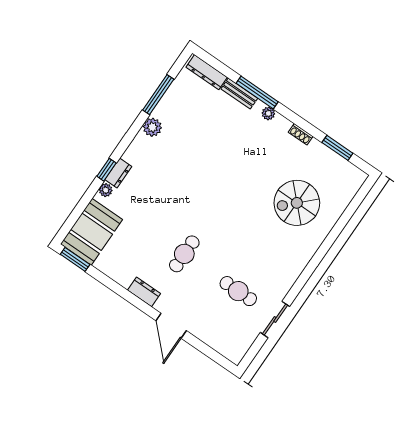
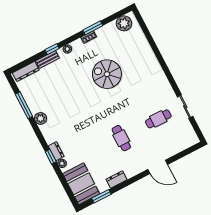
window: (257, 92) -> (52, 49), width x0.46
window: (337, 148) -> (93, 28), moved
plant: (346, 173) -> (124, 23), added
spiral stairs: (297, 203) -> (107, 74), moved, turned 90
window: (75, 259) -> (101, 196), moved
dresser: (144, 292) -> (116, 179), moved

